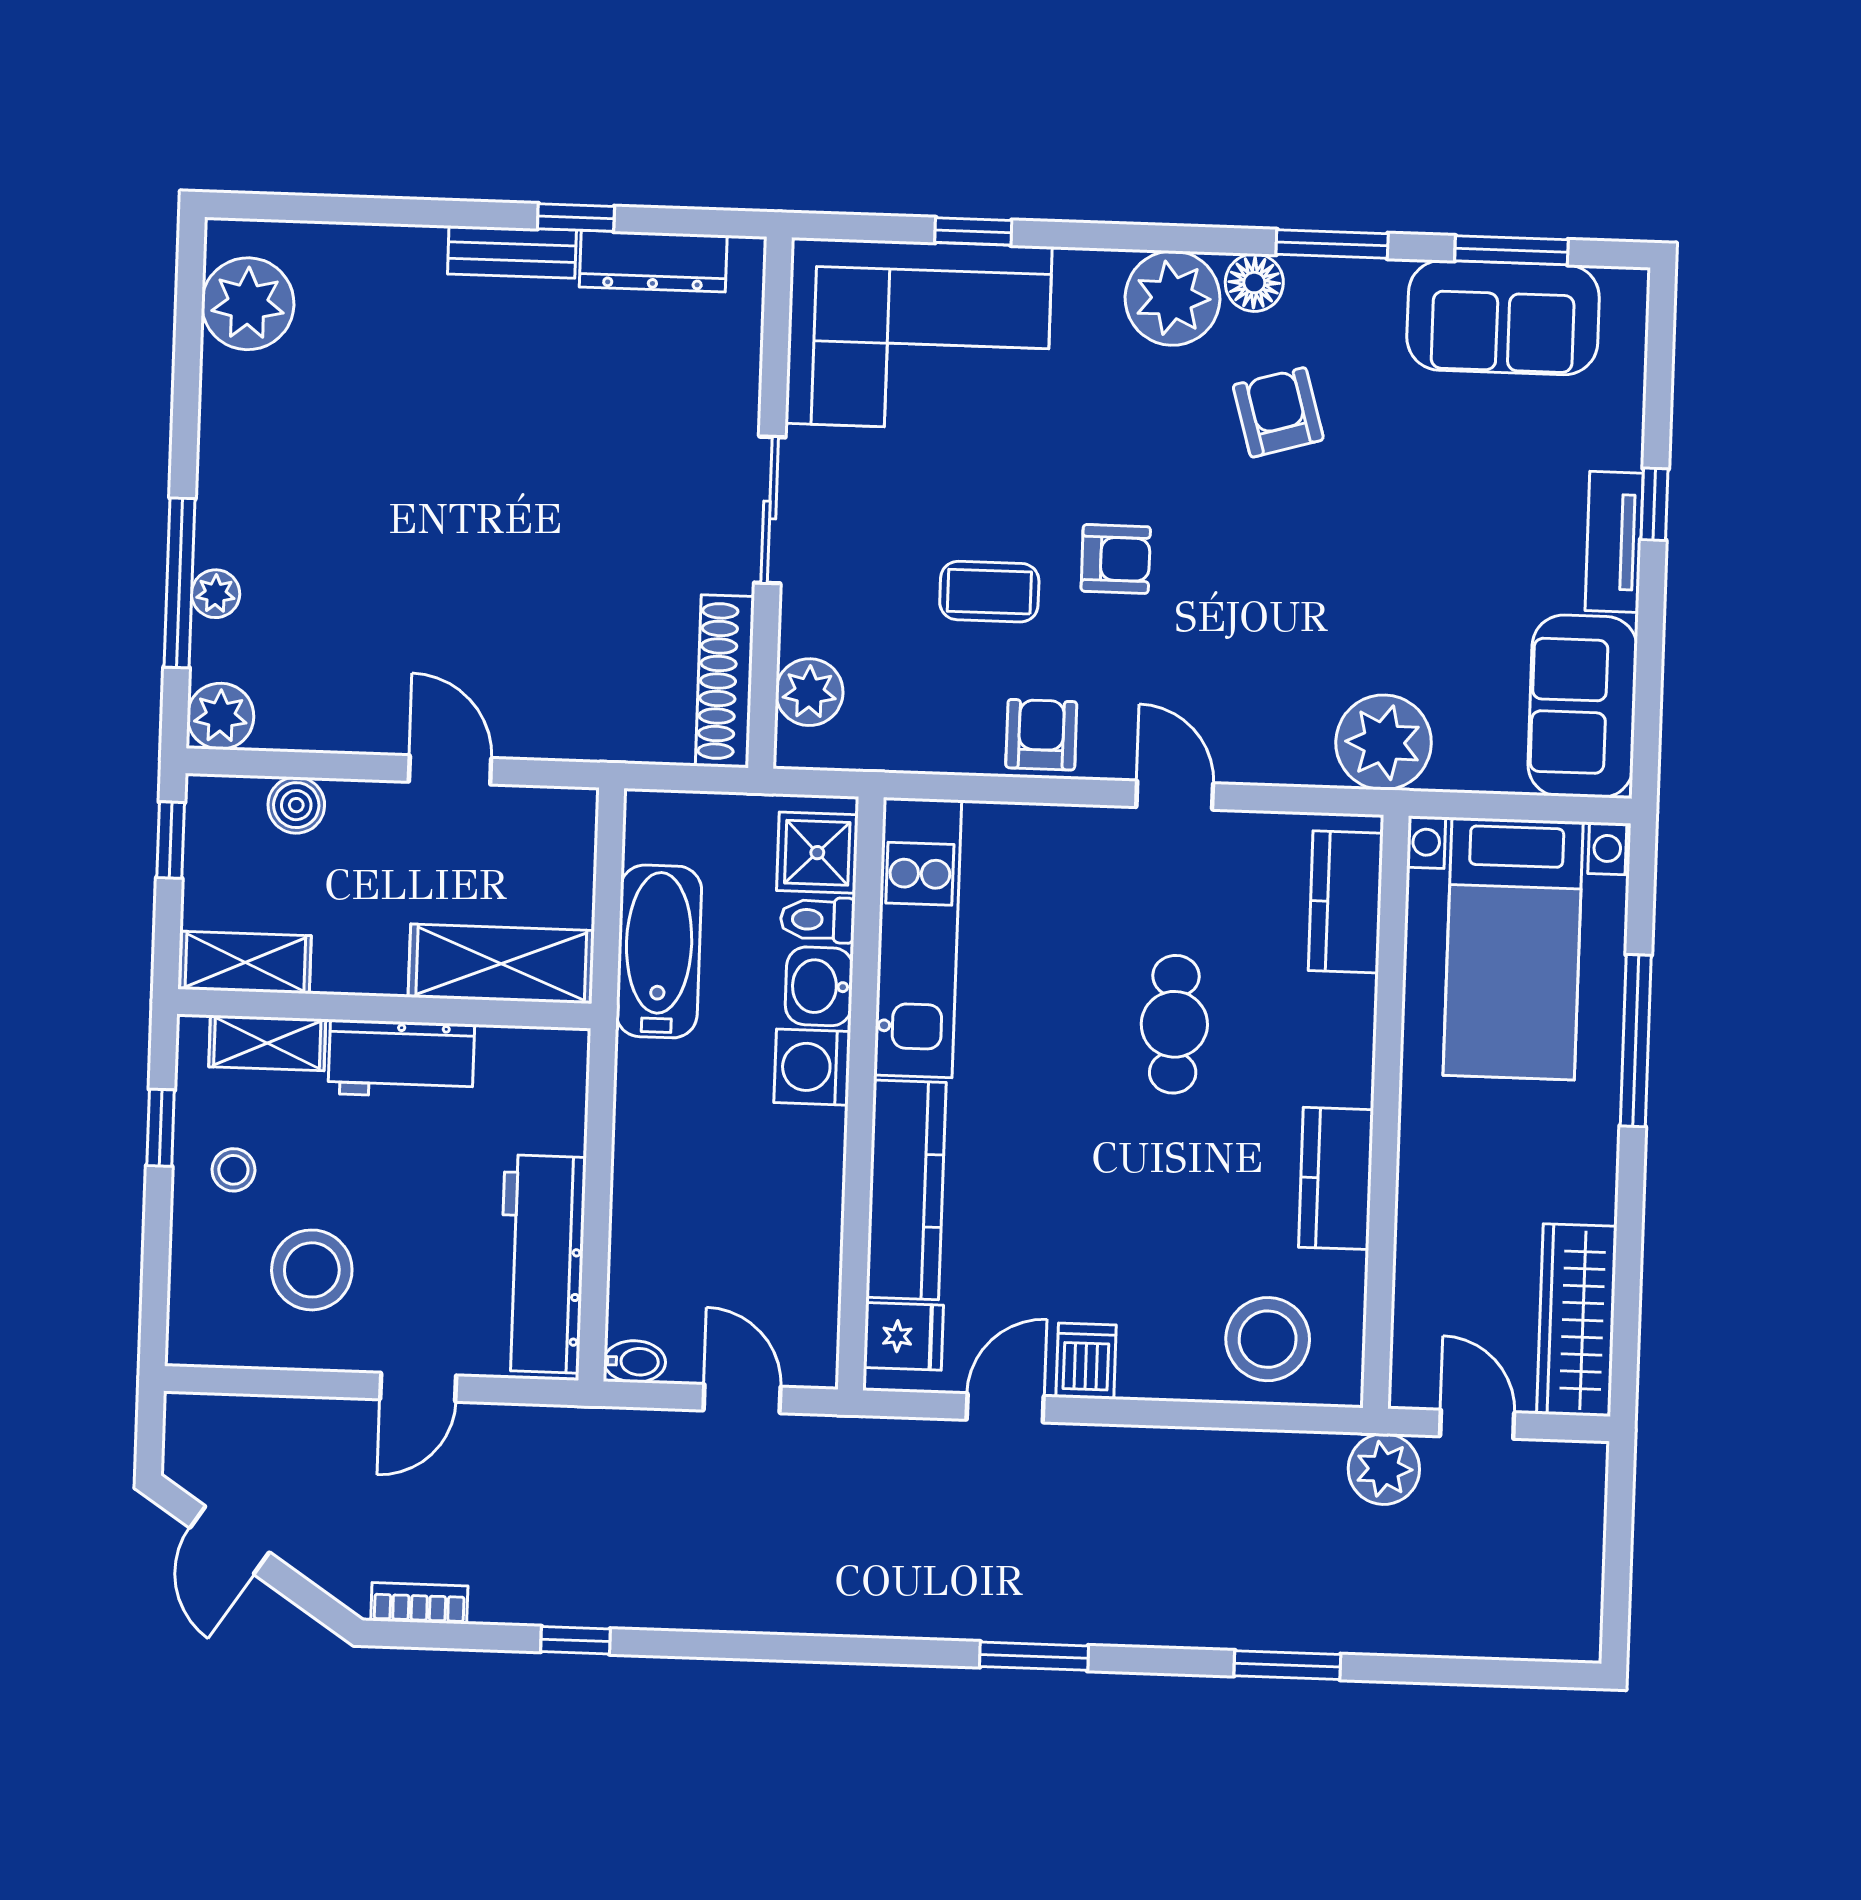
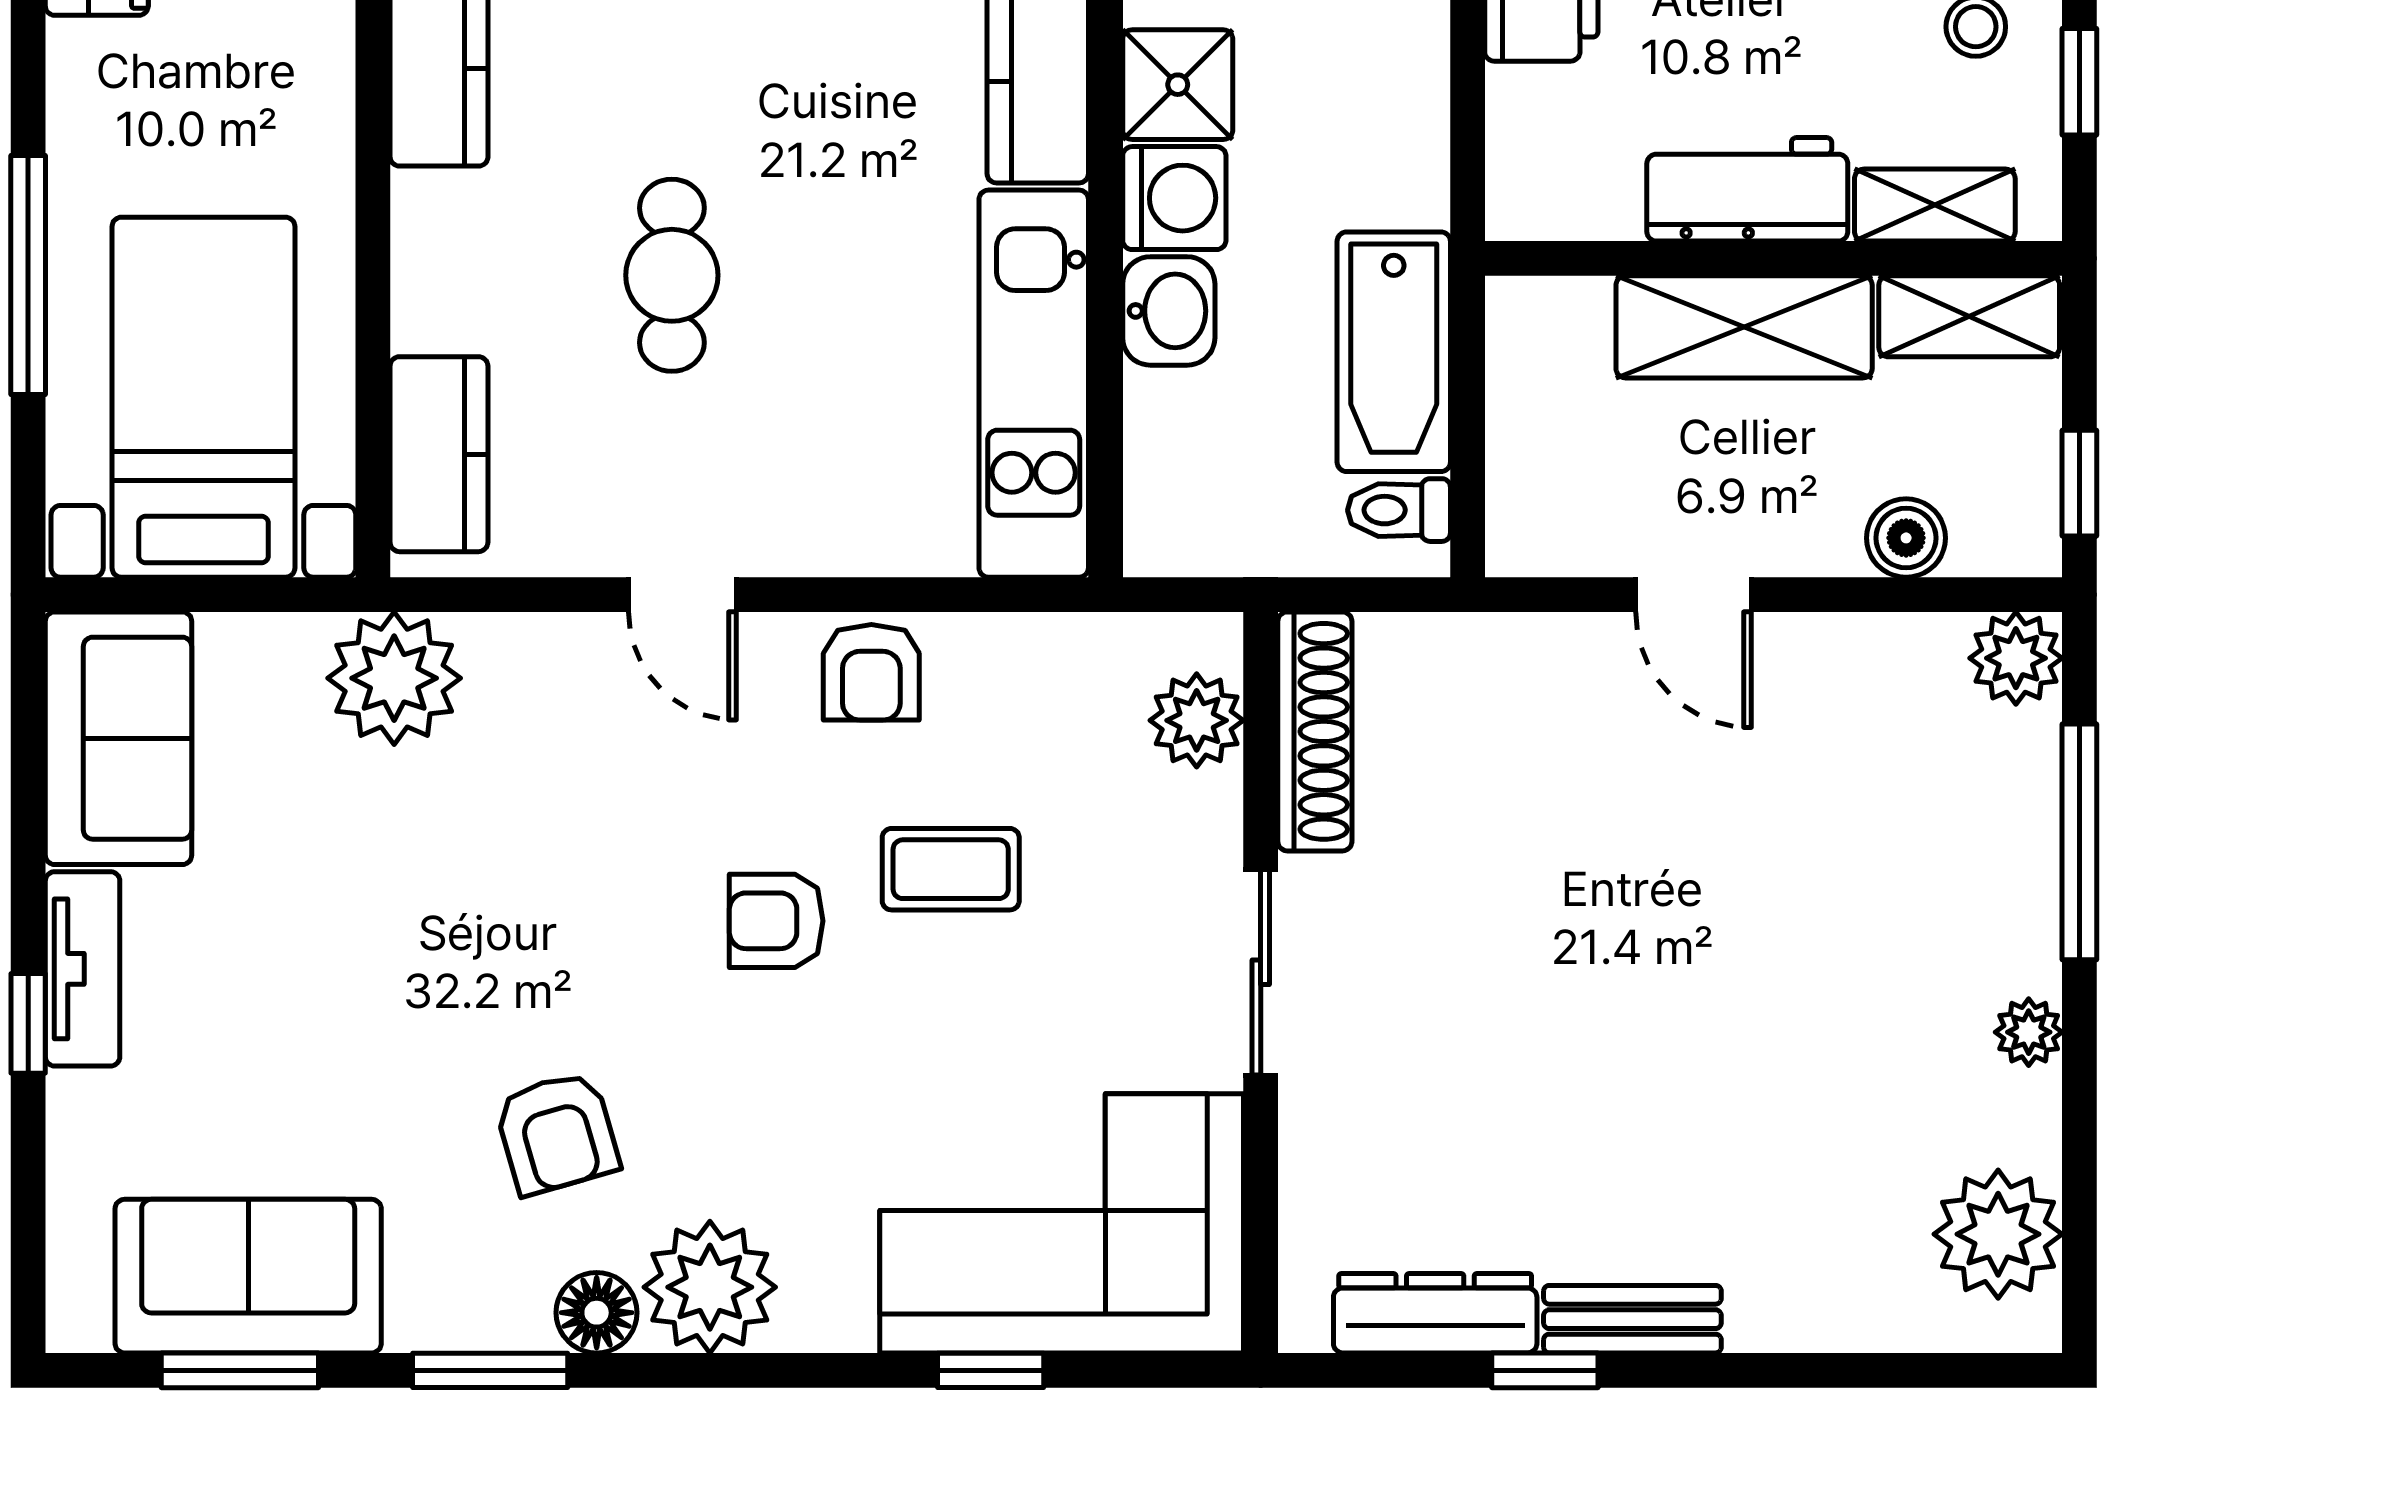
plant: (216, 594) -> (2029, 1032), moved
shower: (817, 853) -> (1178, 85), moved
toilet: (818, 920) -> (1399, 510), moved, turned 180
shelving: (501, 964) -> (1744, 327), moved

